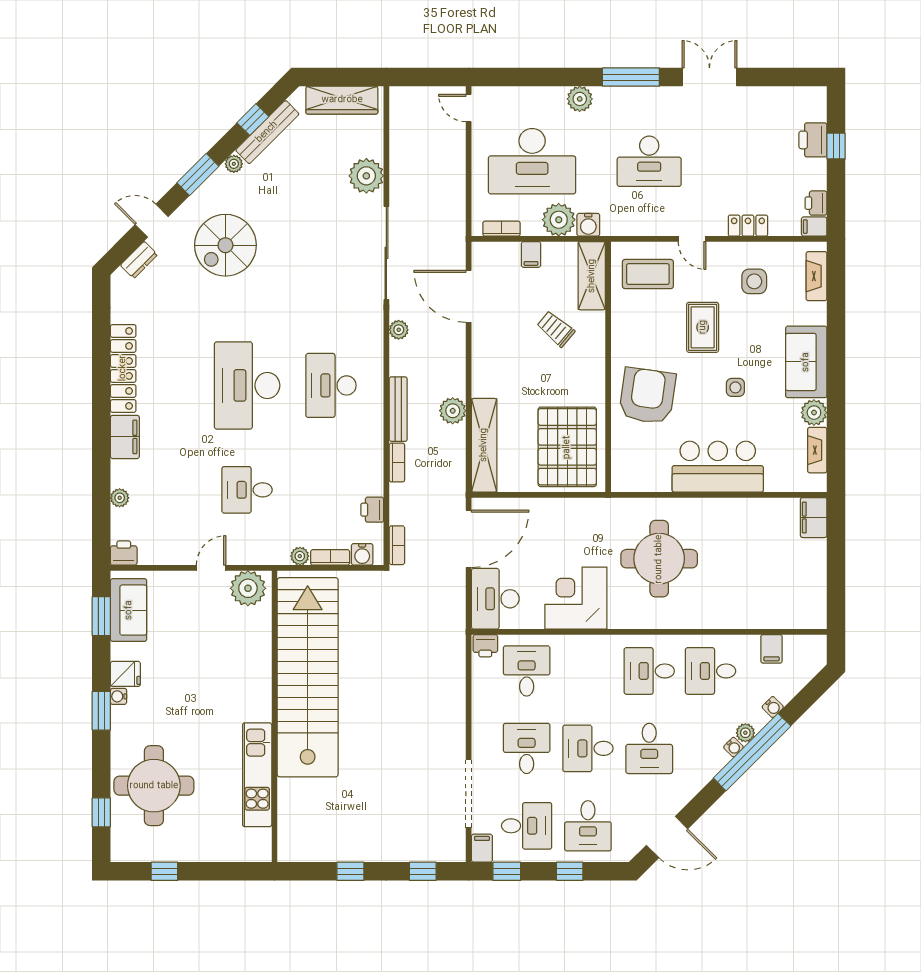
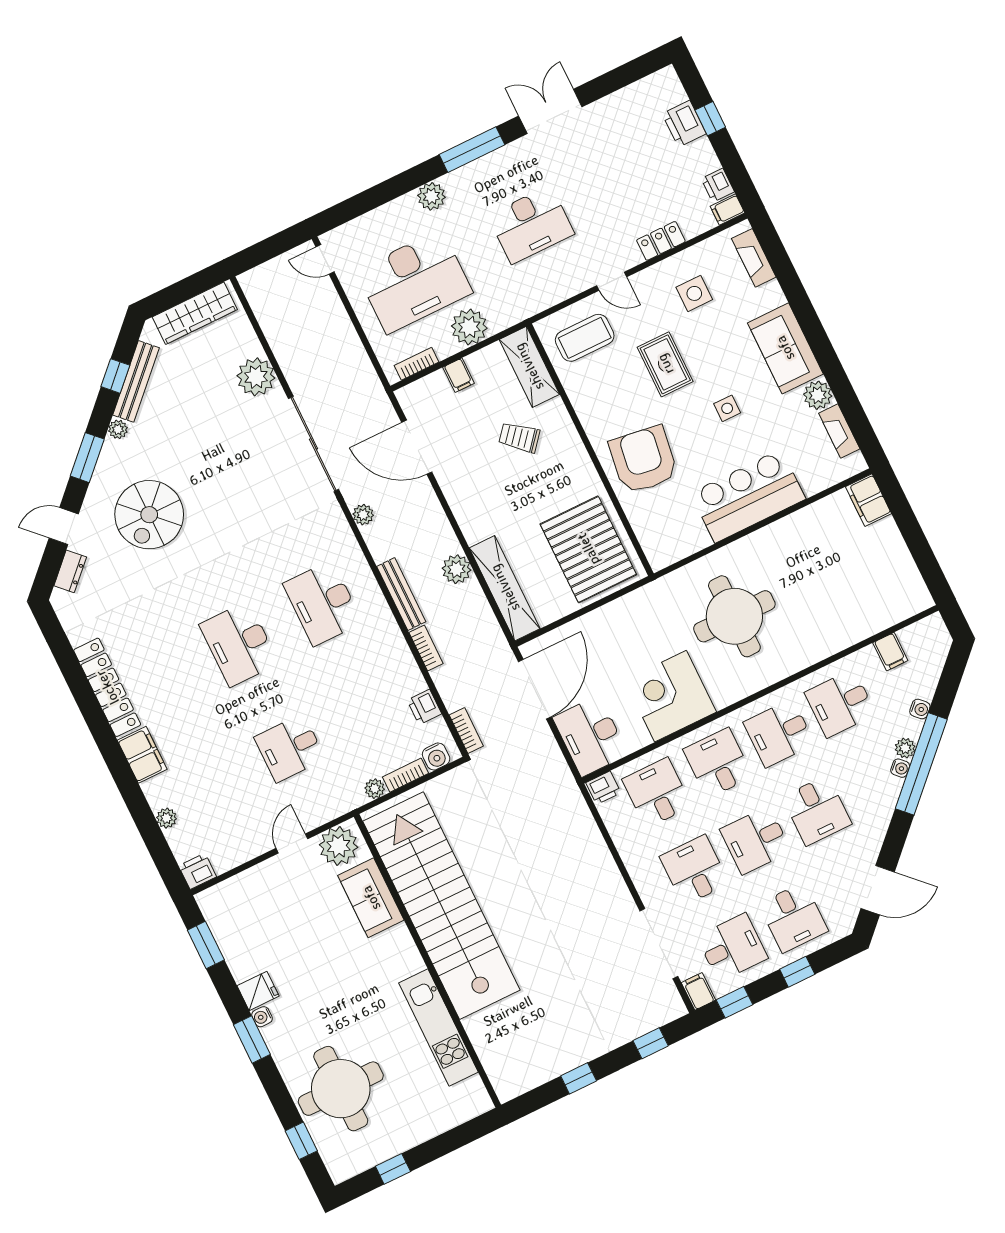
water cooler: (588, 225) -> (501, 318), removed
desk: (247, 385) -> (239, 644), width x0.73, depth x0.77
sofa: (129, 610) -> (371, 898), moved, turned 180
desk: (588, 671) -> (718, 763), added

